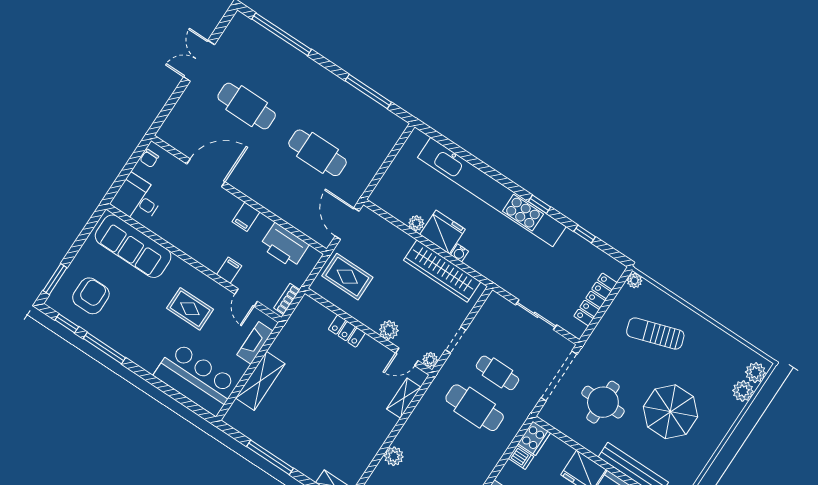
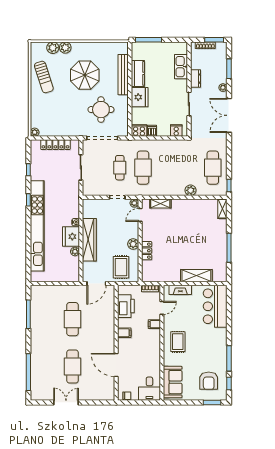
double door: (199, 61) -> (66, 403), swing flipped
sofa: (133, 246) -> (173, 382), width x0.73
wardrobe: (442, 271) -> (89, 240), moved
armchair: (91, 296) -> (209, 381), turned -90
rug: (190, 309) -> (178, 342), moved
plant: (389, 330) -> (133, 244), moved
sun lounger: (655, 333) -> (44, 77), moved
door: (407, 357) -> (140, 215), swing flipped
plant: (755, 373) -> (65, 48), moved

